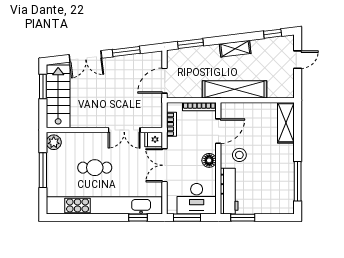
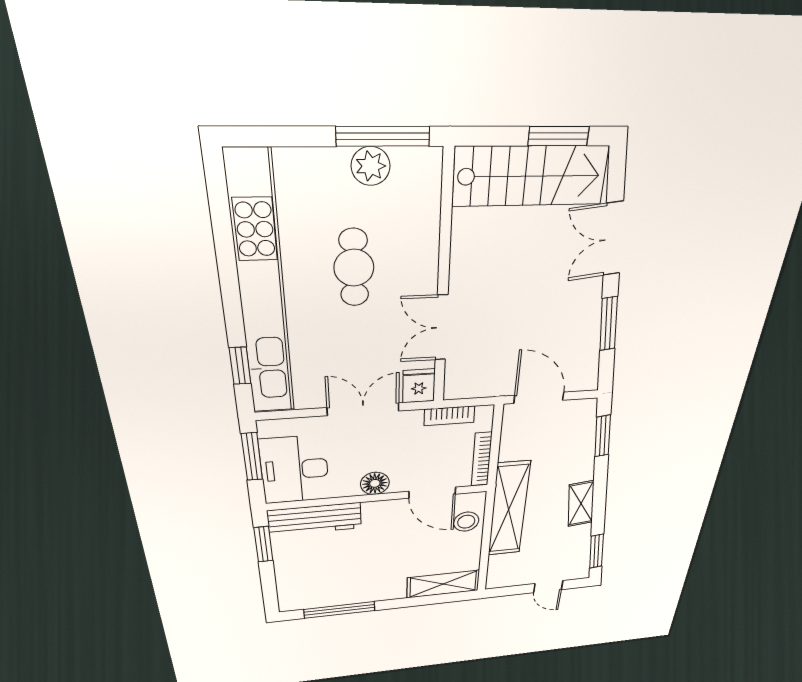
window: (273, 34) -> (597, 551), width x1.50
plant: (54, 142) -> (371, 166), moved
stool: (239, 155) -> (466, 522), moved
window: (43, 170) -> (383, 136), moved

